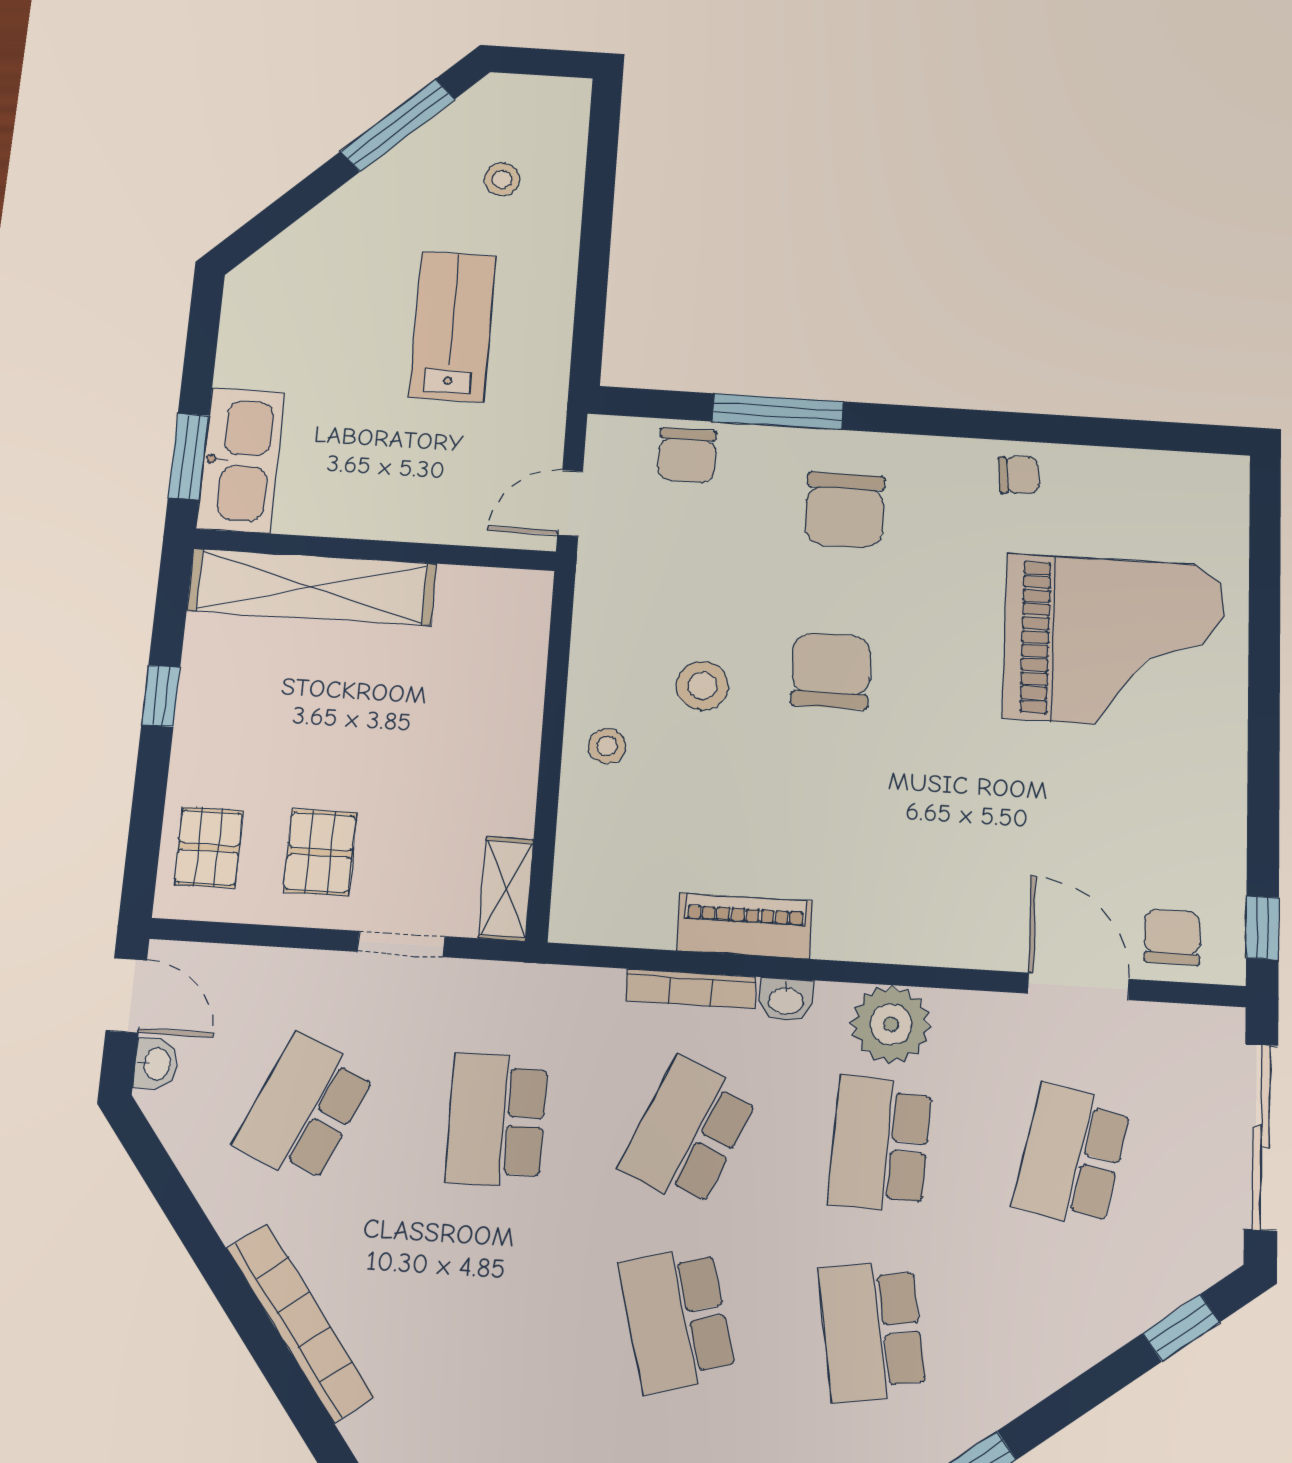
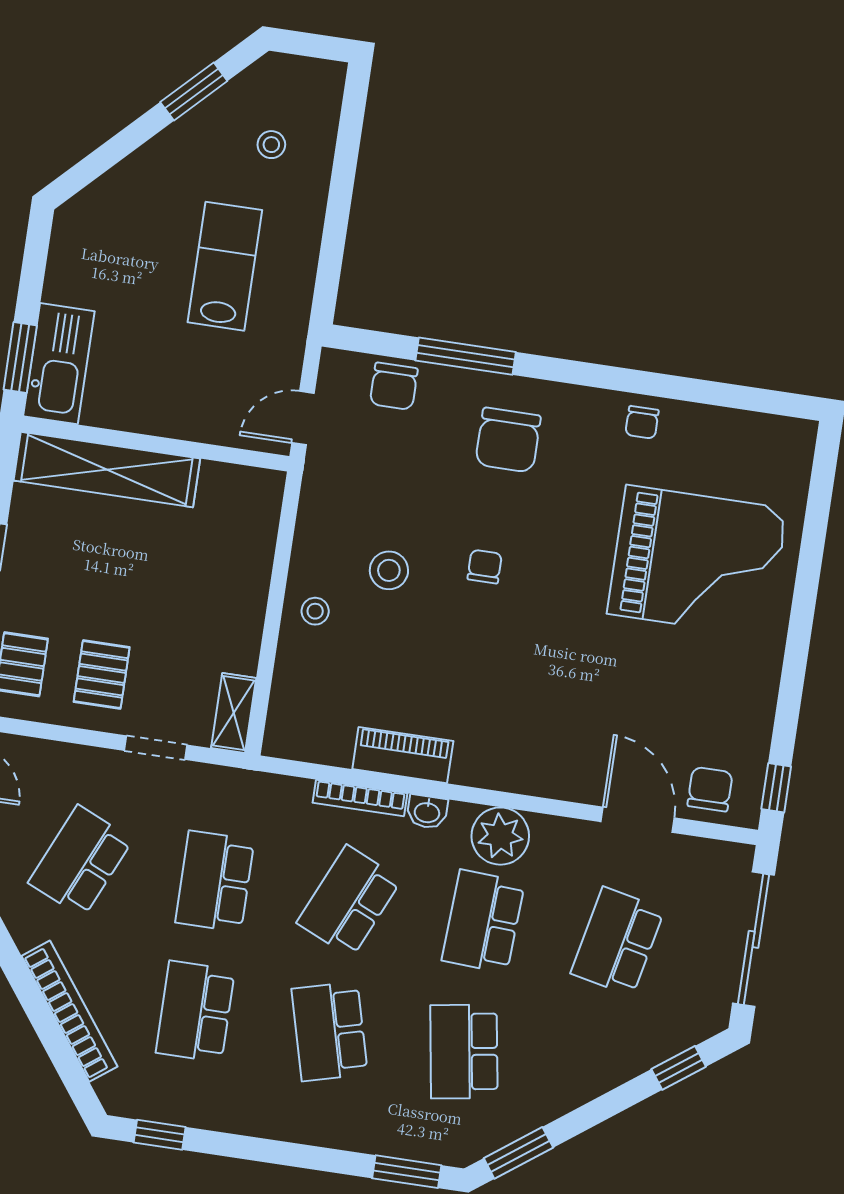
window: (398, 125) -> (194, 92), width x0.69
chair: (1019, 475) -> (642, 422), turned 95
chair: (831, 671) -> (485, 567), width x0.54, depth x0.54
school desk: (482, 1307) -> (195, 1011), added

